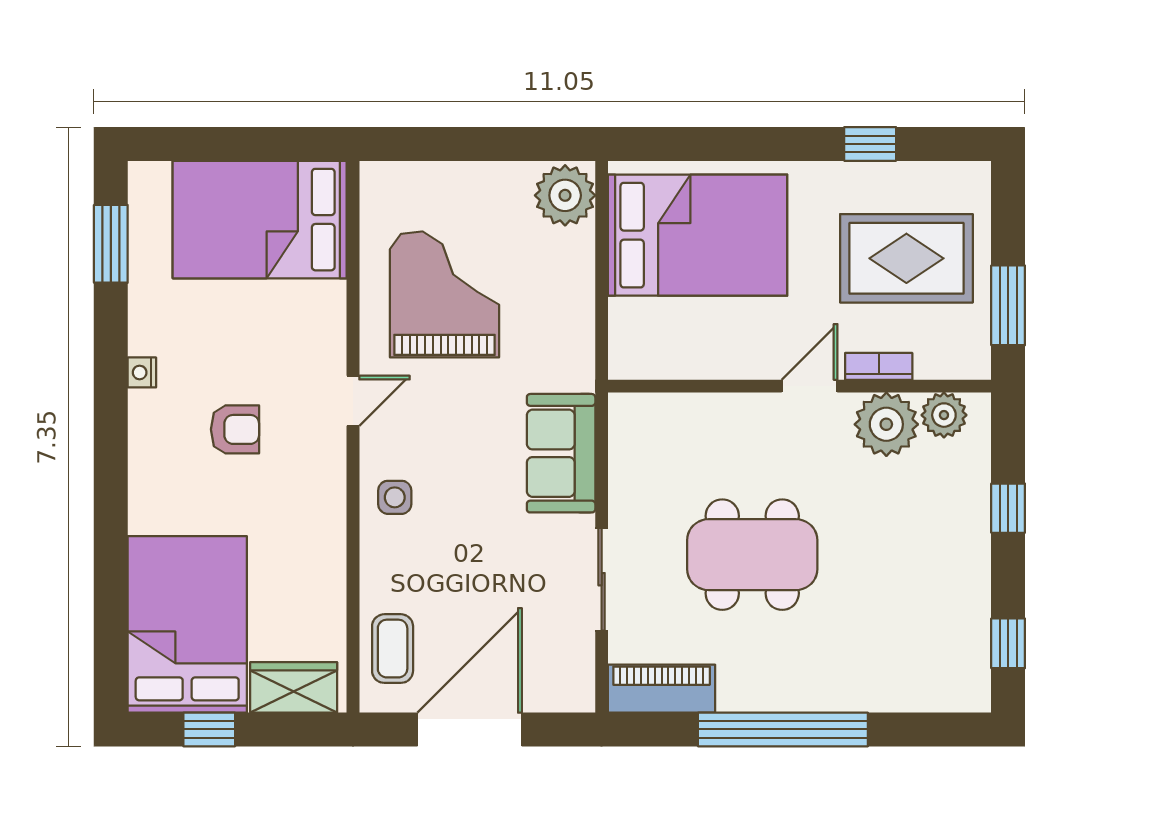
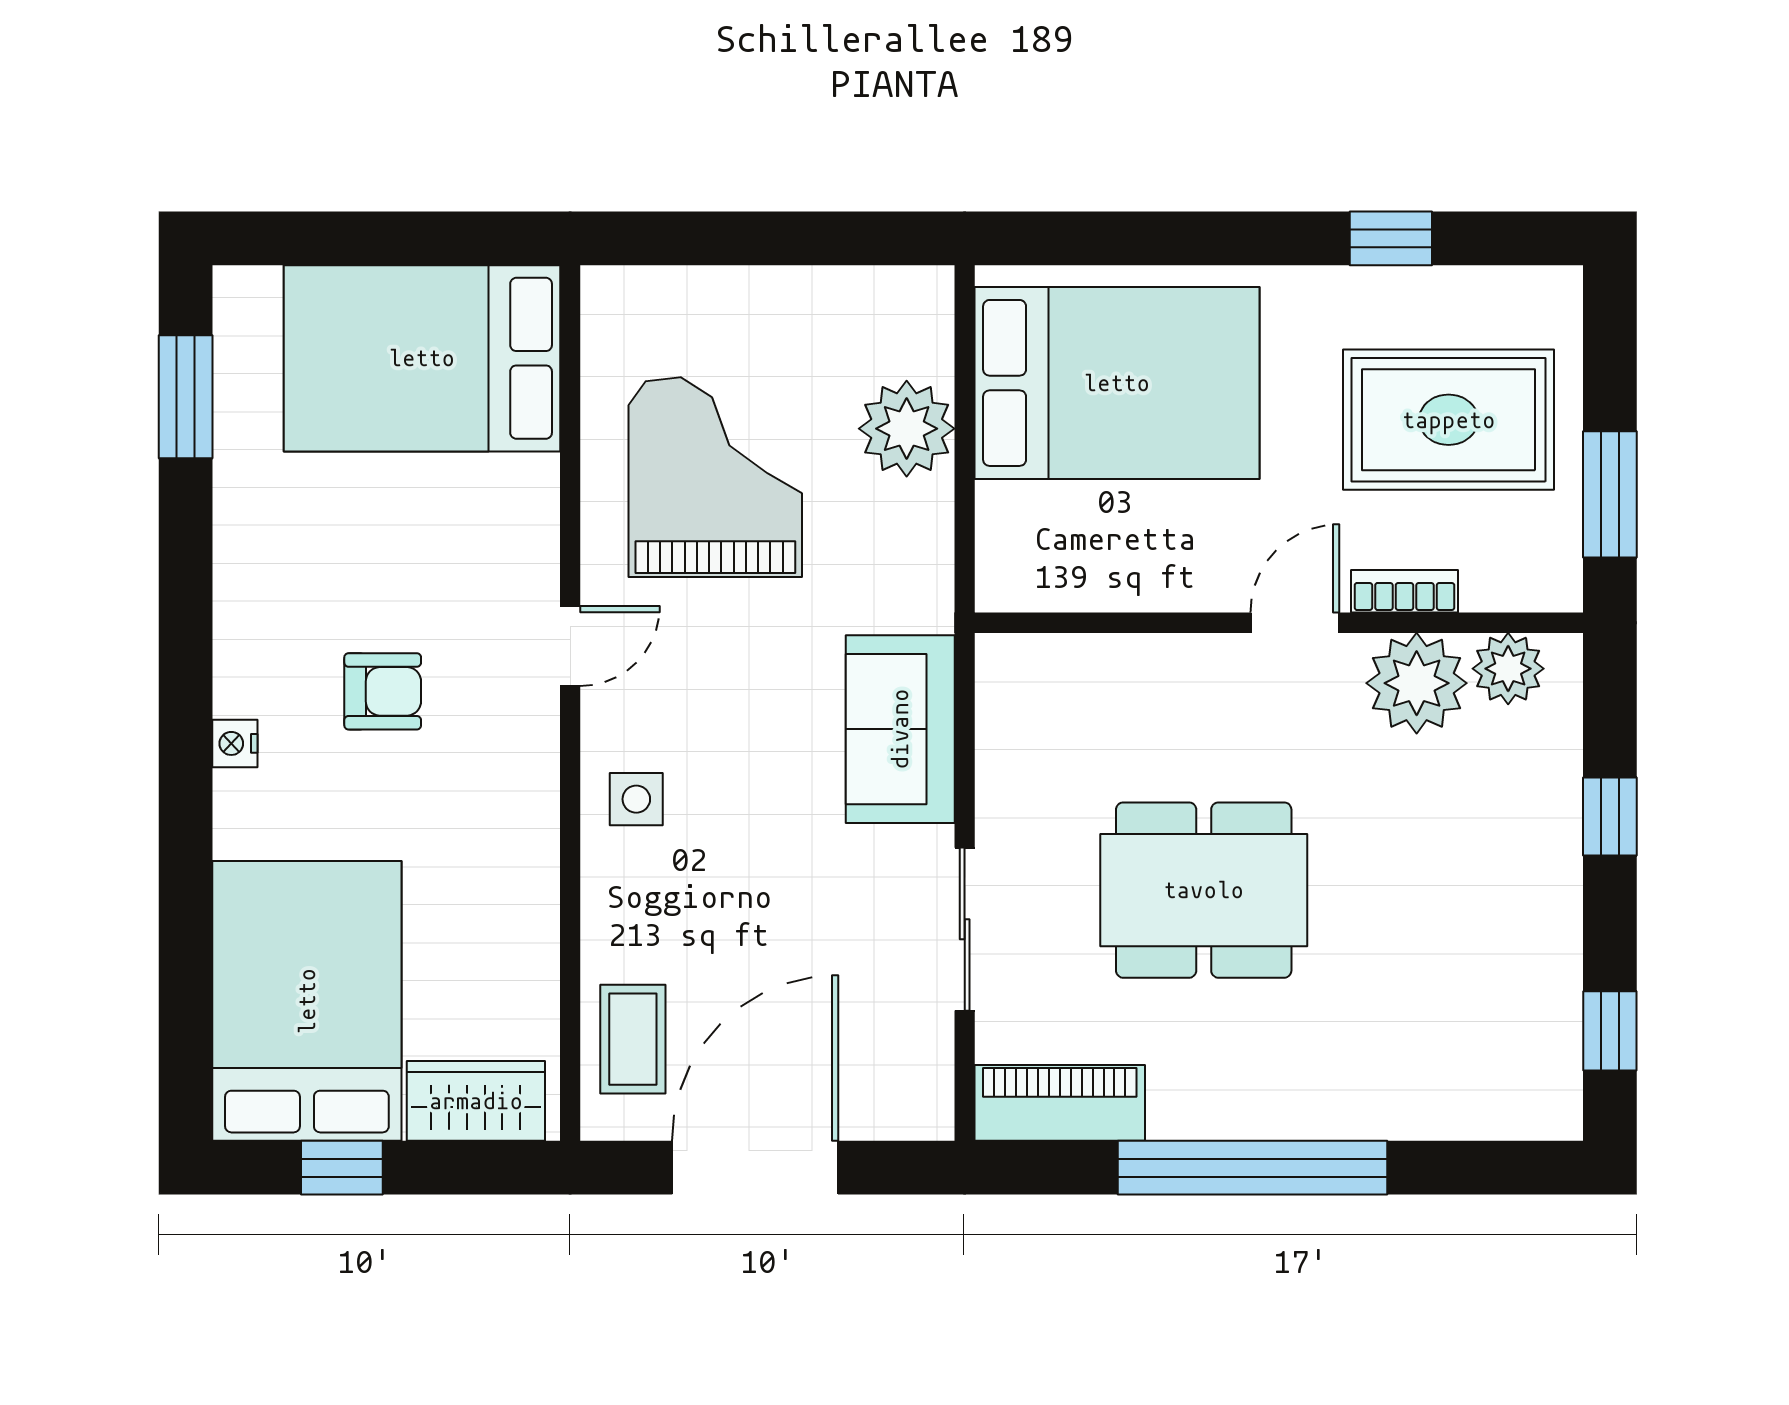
plant: (565, 195) -> (907, 429), moved
nightstand: (142, 372) -> (235, 743), moved

